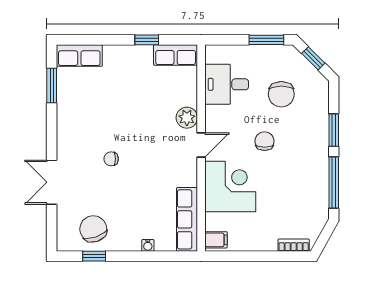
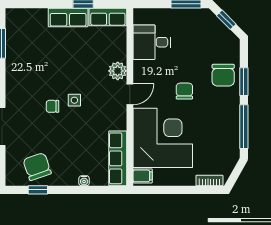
row of seats: (79, 55) -> (68, 17), moved
chair: (281, 94) -> (223, 75), moved
side table: (137, 152) -> (74, 100), added
corner desk: (230, 186) -> (163, 138), width x1.36, depth x1.36

